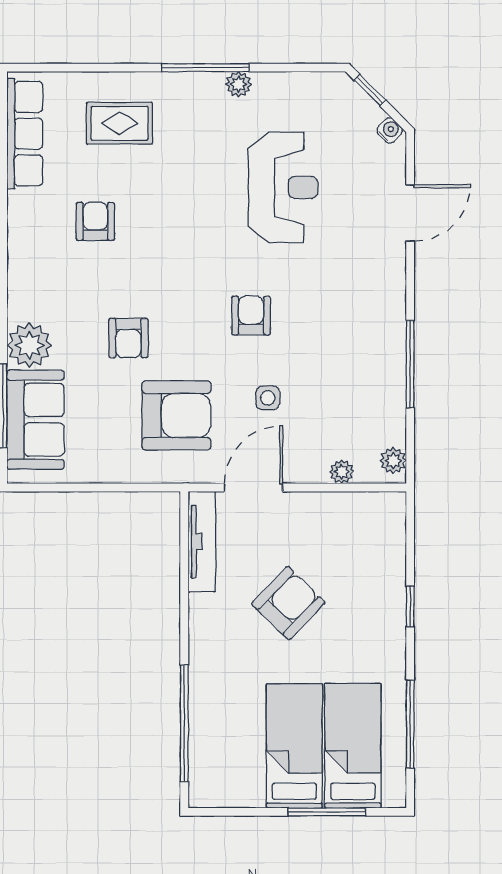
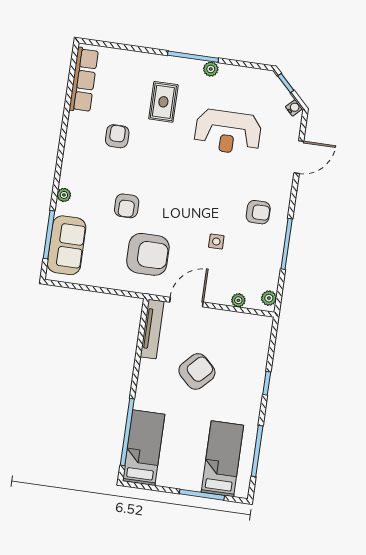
rug: (120, 123) -> (163, 102), moved, turned 90
reception desk: (283, 187) -> (228, 132), turned 90
armchair: (251, 316) -> (258, 212), moved, turned 90
plant: (29, 345) -> (64, 195), width x0.53, depth x0.53
side table: (268, 398) -> (216, 242), moved
bed: (294, 746) -> (144, 448), moved

